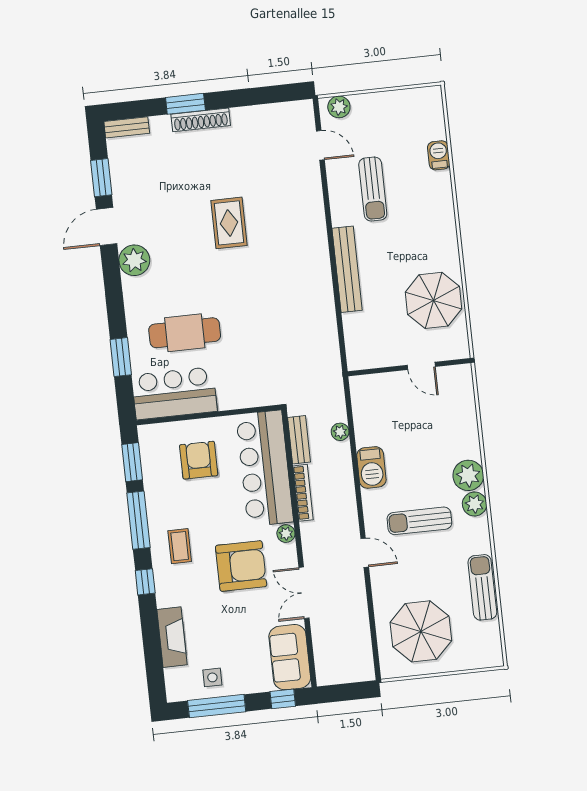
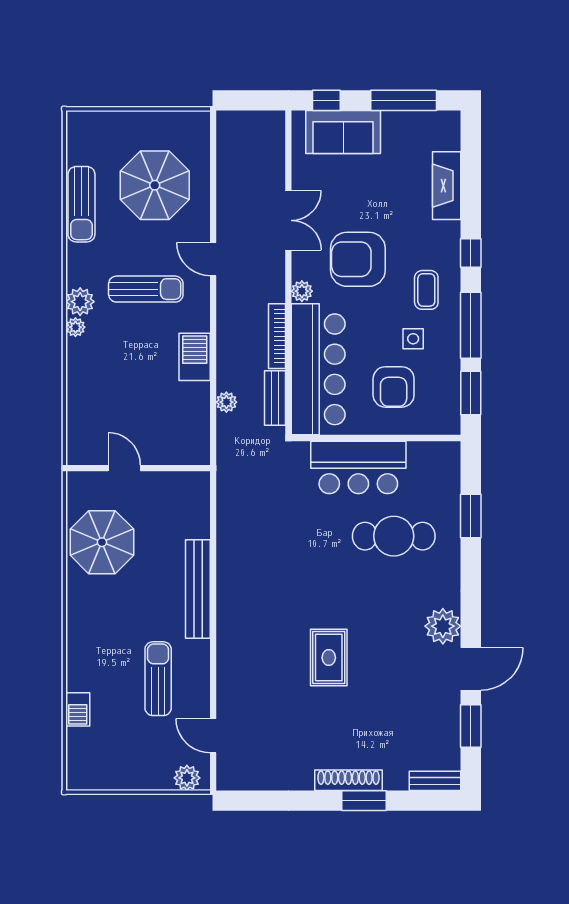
bar counter: (174, 393) -> (358, 467), moved
plant: (468, 475) -> (75, 327), width x0.53, depth x0.53
parasol: (421, 631) -> (155, 185), moved
sofa: (290, 657) -> (343, 132), moved, turned 90
side table: (212, 677) -> (413, 339), moved

